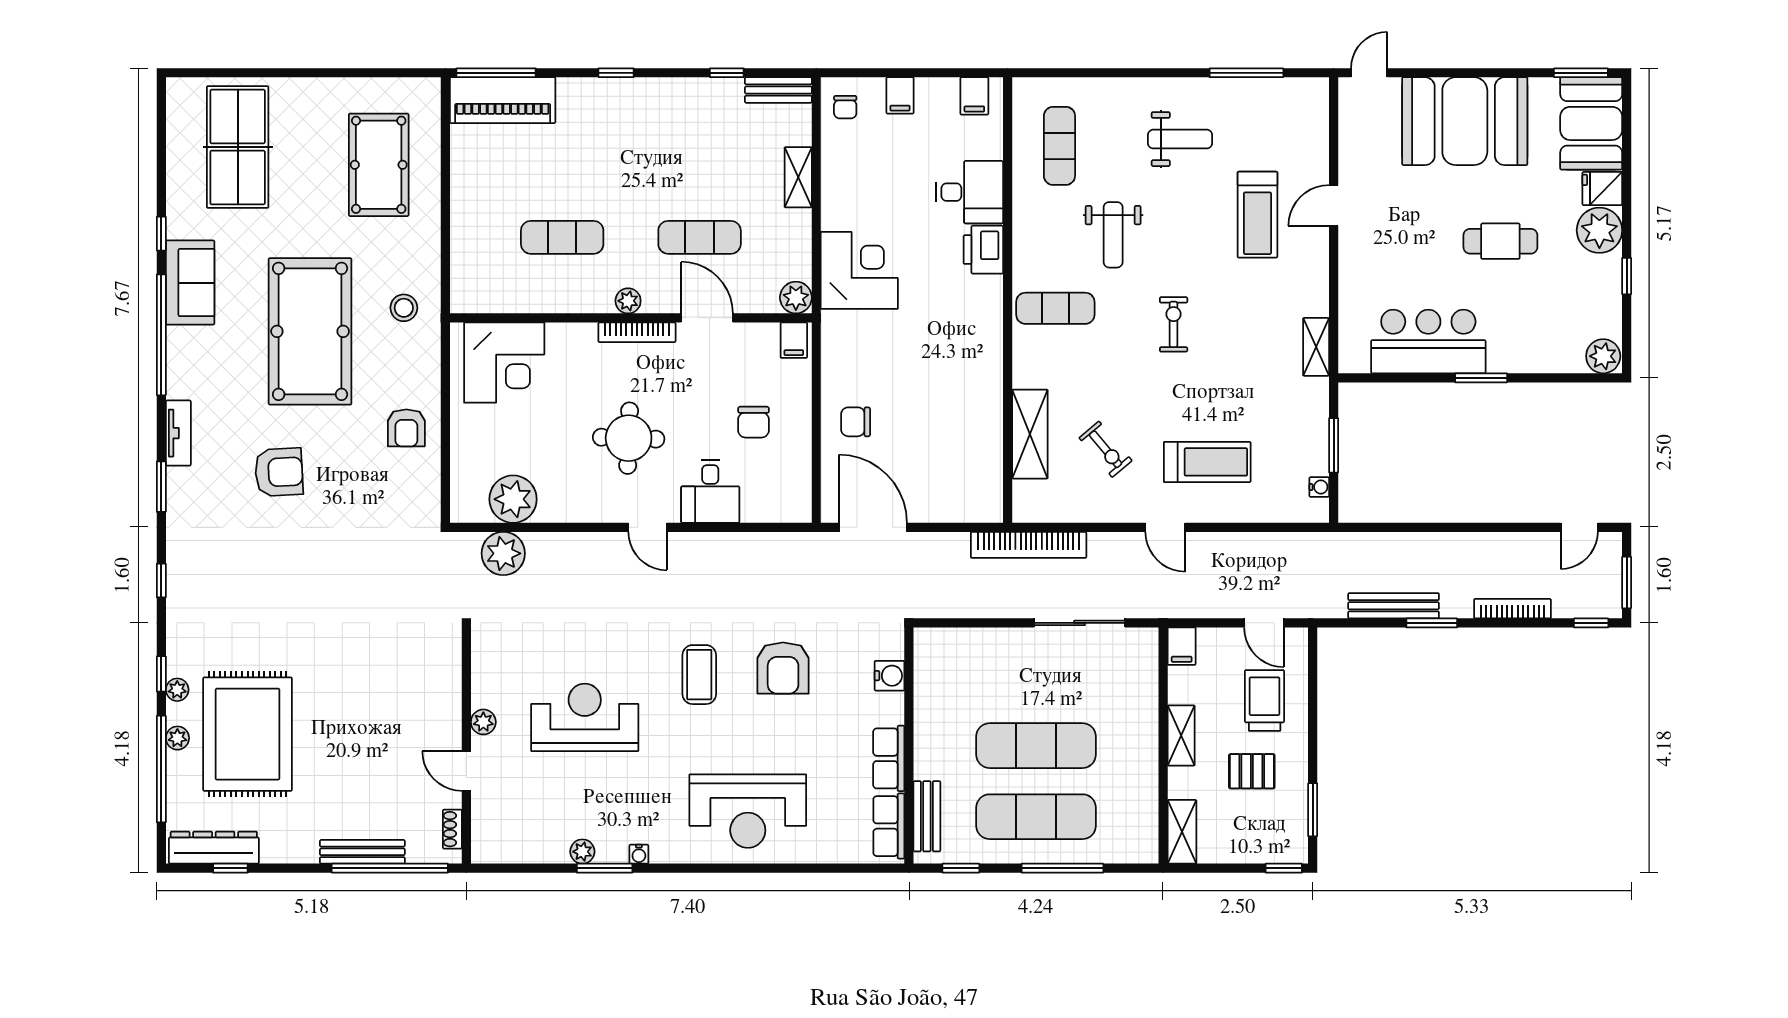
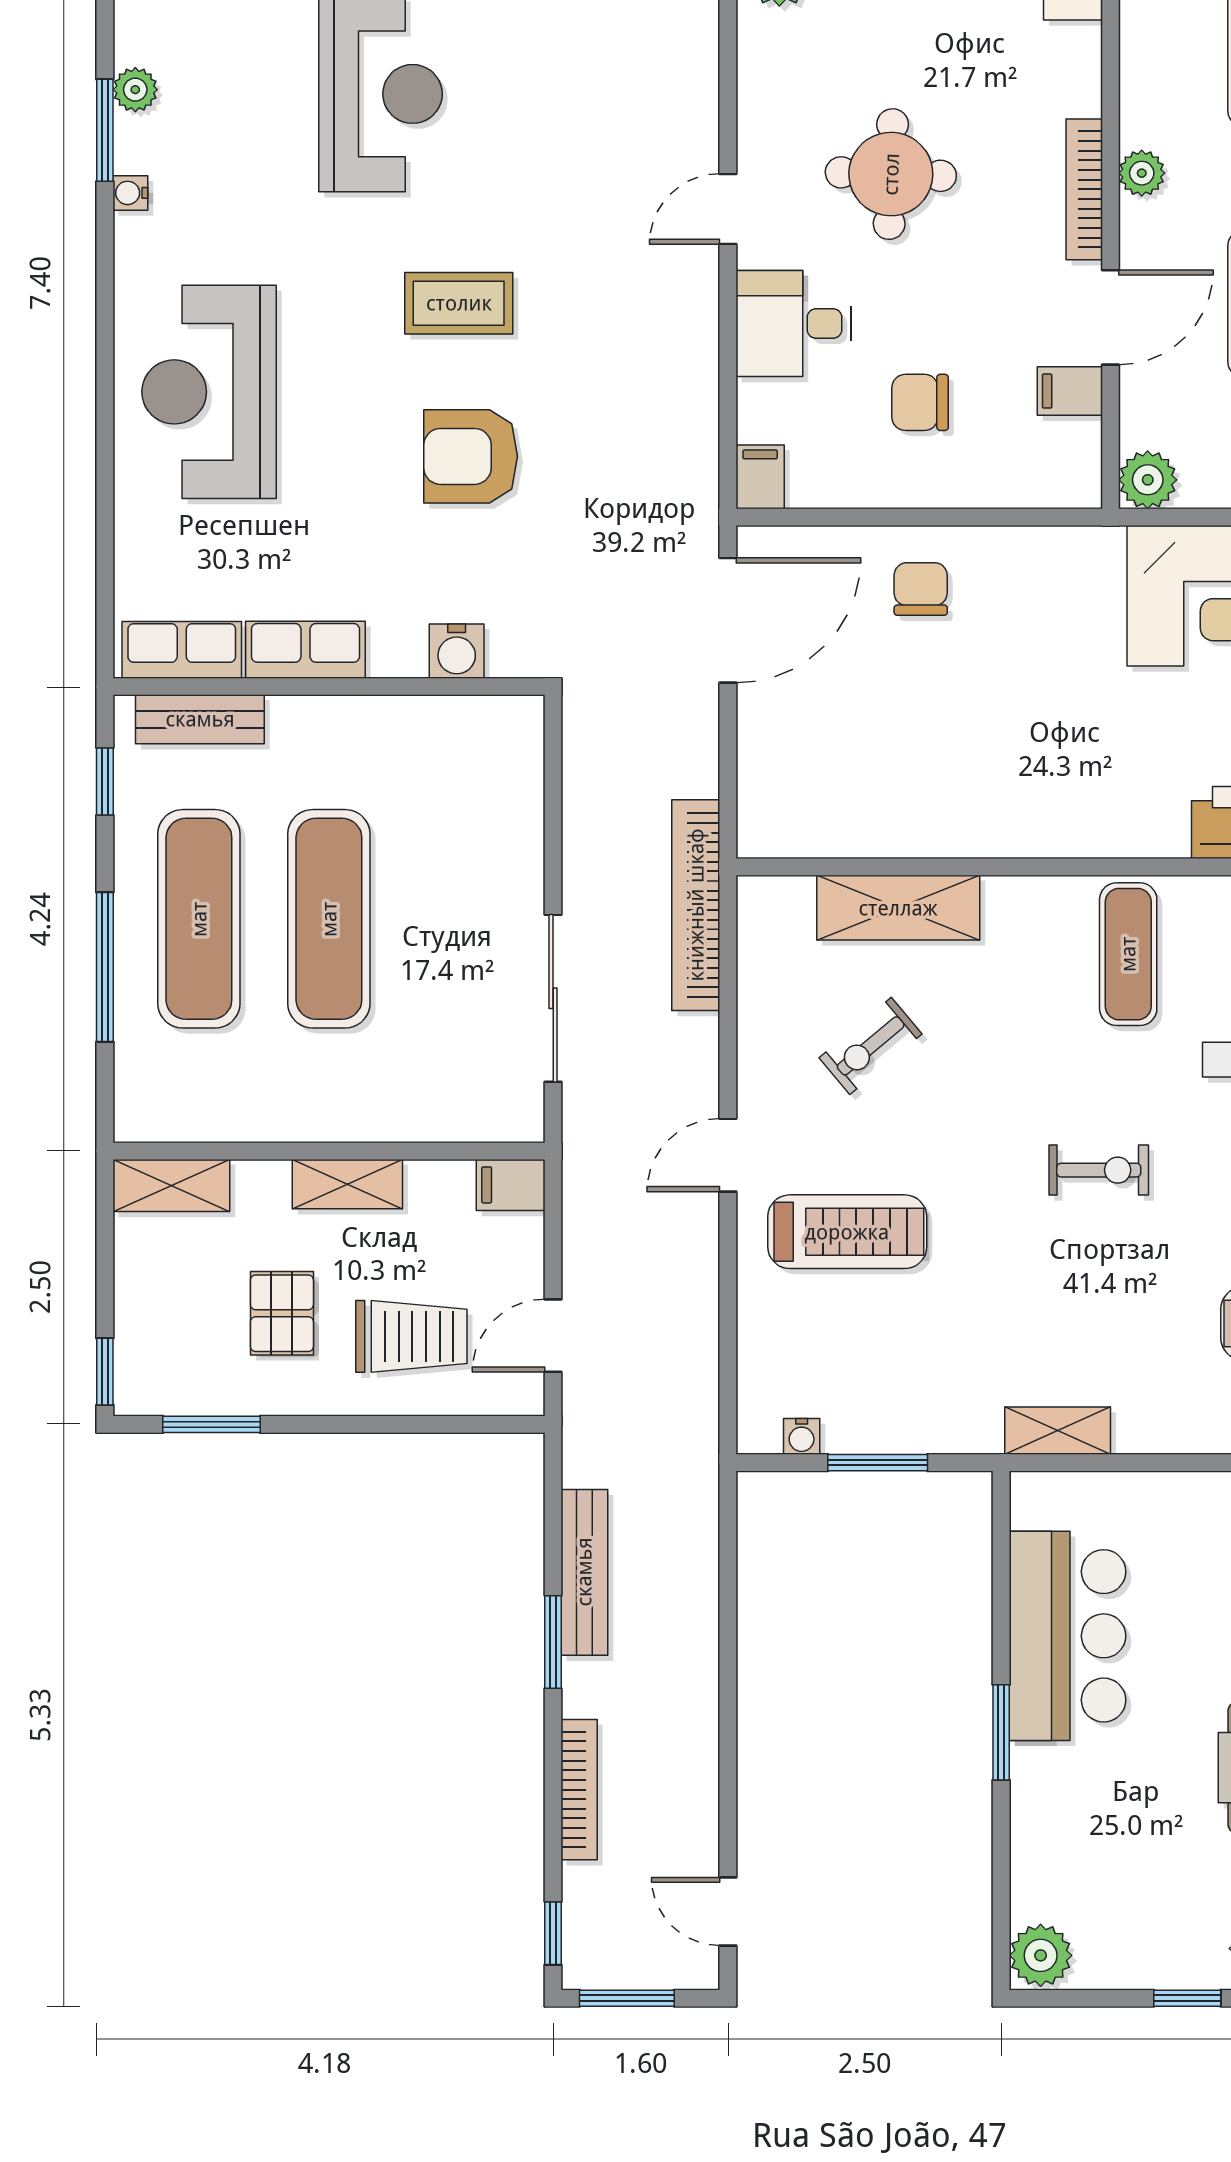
filing cabinet: (794, 340) -> (1070, 391), moved
treadmill: (1207, 462) -> (847, 1232), turned -90
filing cabinet: (794, 510) -> (760, 477), added

